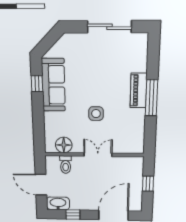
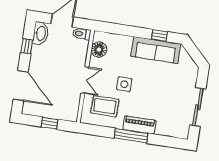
rug: (123, 131) -> (105, 106), added
toilet: (66, 165) -> (82, 34), moved

